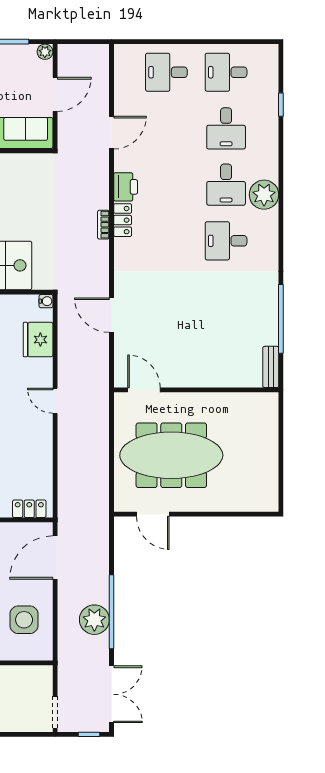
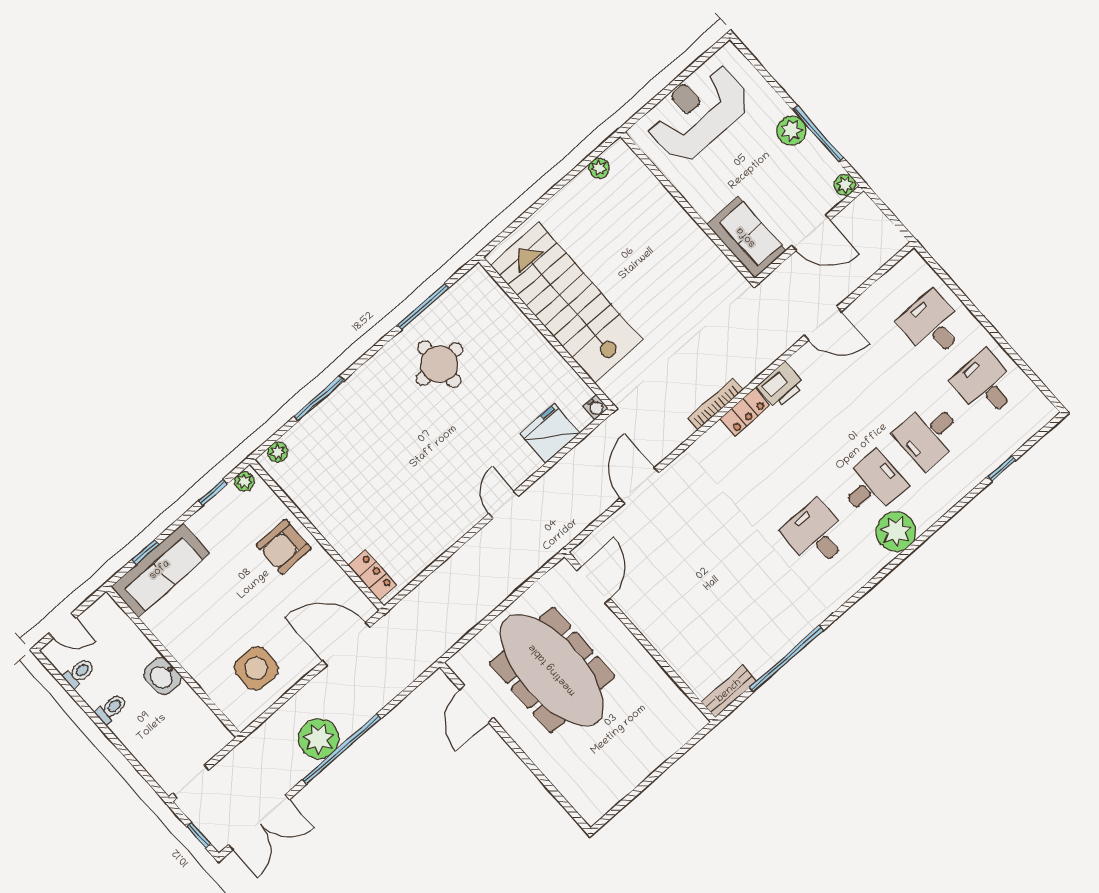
desk: (226, 185) -> (872, 485), turned 180
bookcase: (103, 225) -> (715, 404), width x1.56

